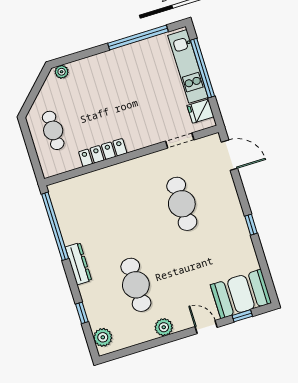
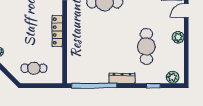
locker: (103, 153) -> (57, 31), moved
cafe table: (136, 285) -> (146, 46), turned 90

